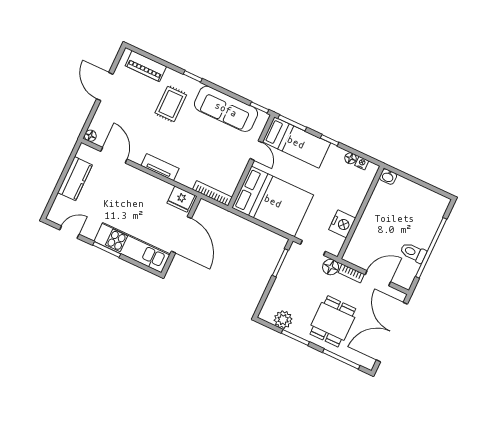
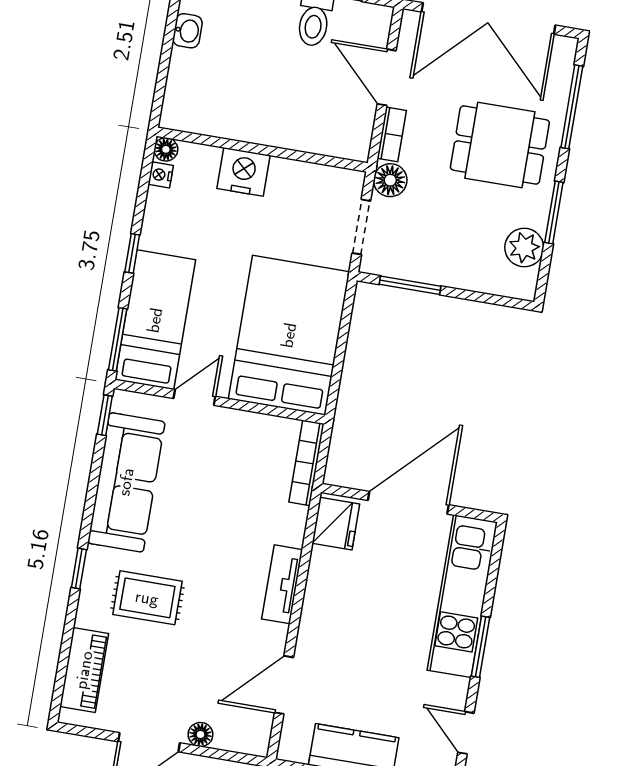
floor lamp: (90, 136) -> (200, 735), moved
floor lamp: (350, 158) -> (166, 149), moved
washbasin: (388, 177) -> (187, 31), moved
nightstand: (342, 224) -> (243, 172), moved

